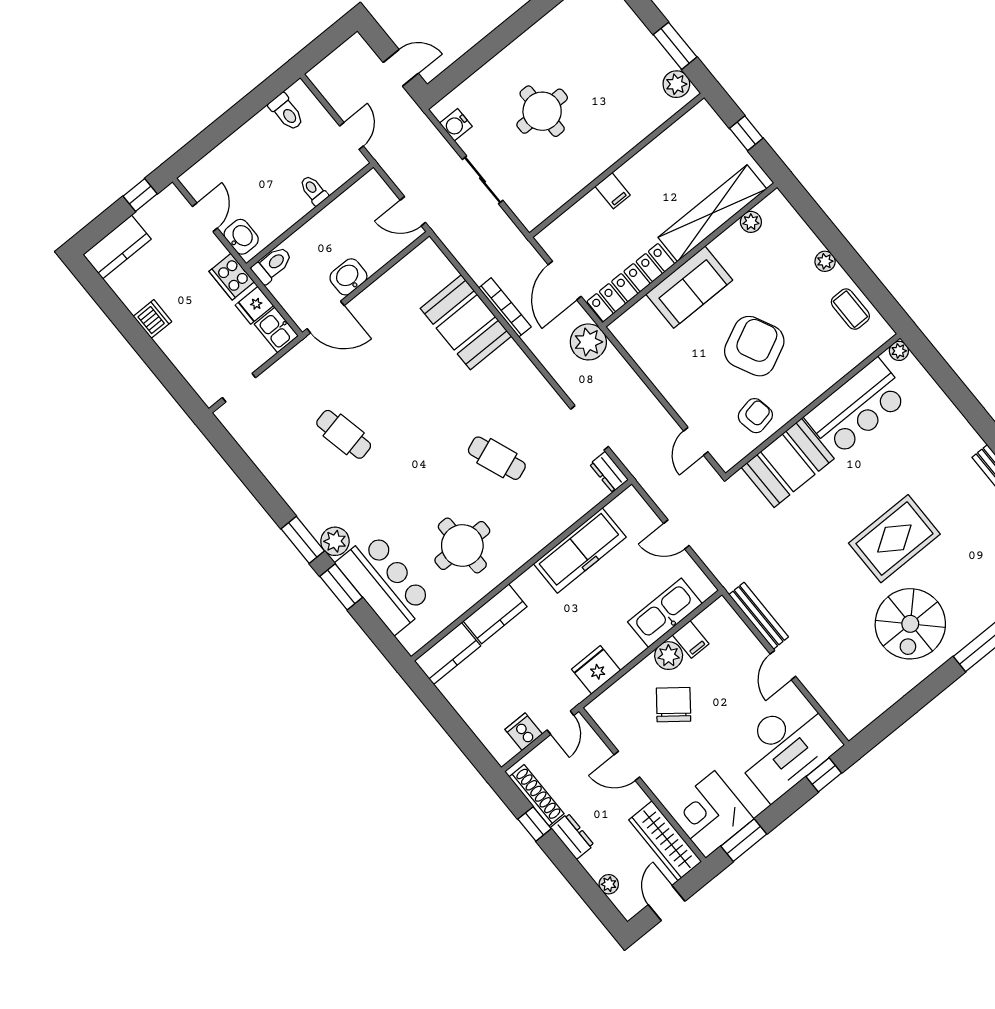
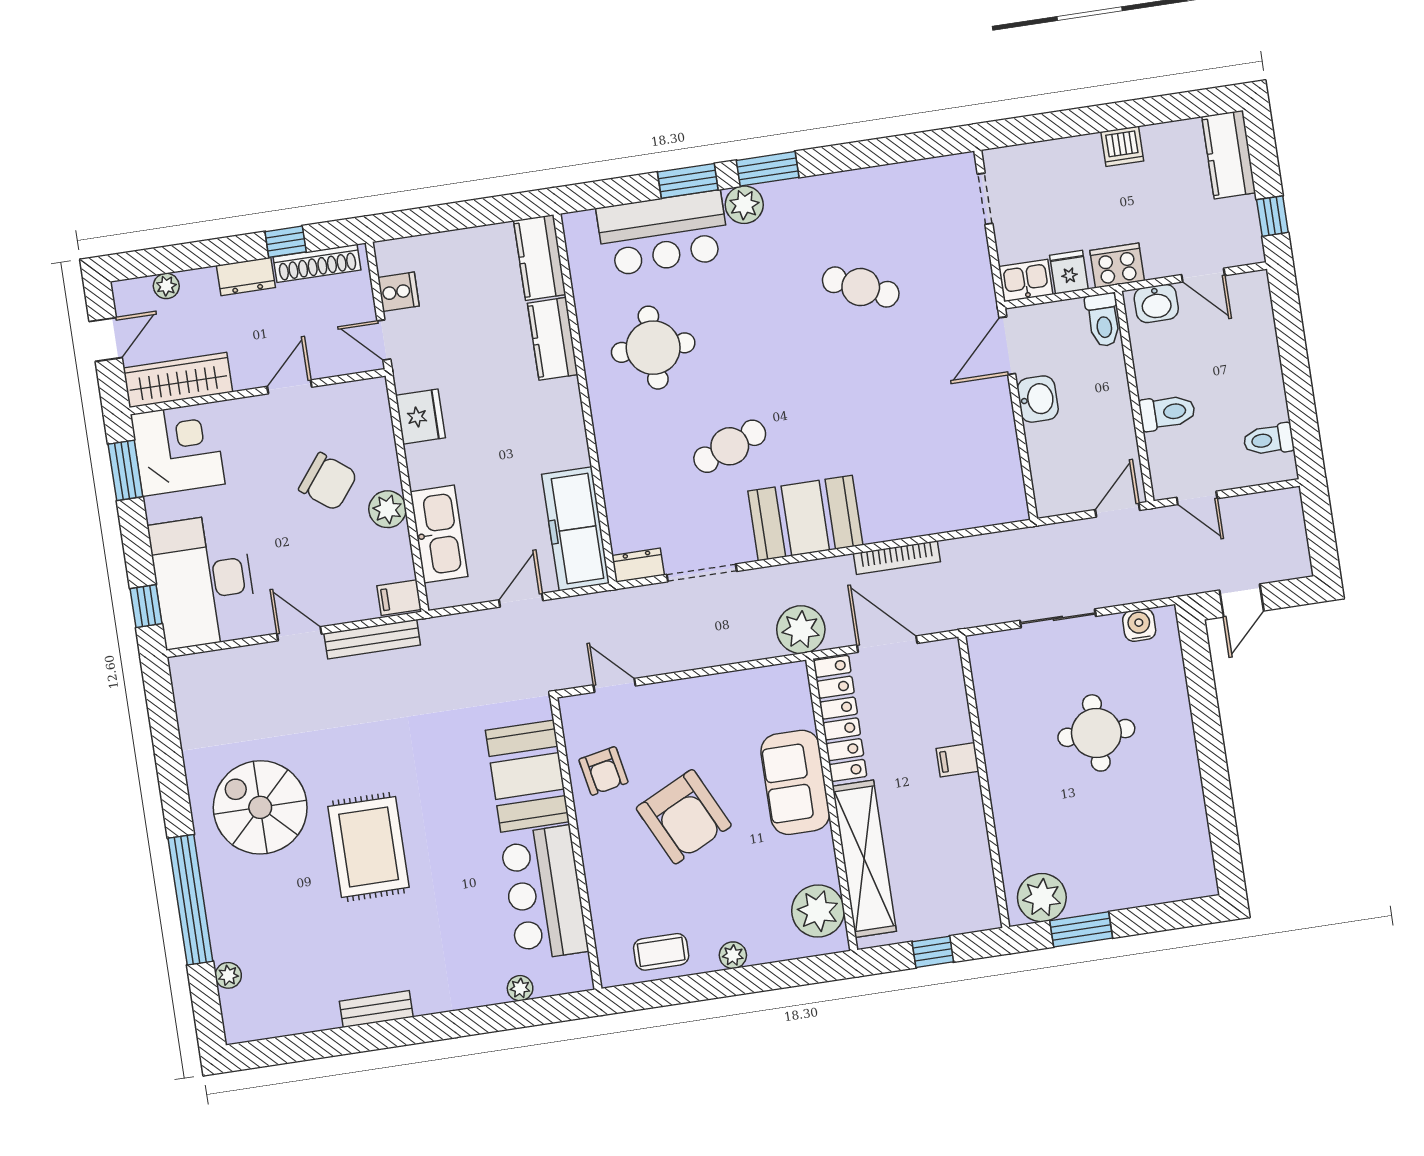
plant: (676, 84) -> (1042, 898), width x1.36, depth x1.36
toilet: (314, 190) -> (1167, 412), width x1.37, depth x1.39
door: (413, 211) -> (1117, 510), moved
plant: (751, 222) -> (818, 911), width x1.87, depth x1.87
booth: (466, 322) -> (805, 518), moved
plant: (899, 351) -> (520, 988), moved
cafe table: (344, 434) -> (861, 287), turned 36
freezer: (580, 550) -> (576, 529), moved
filing cabinet: (691, 639) -> (399, 598), moved
door: (667, 903) -> (106, 340), hinge flipped

